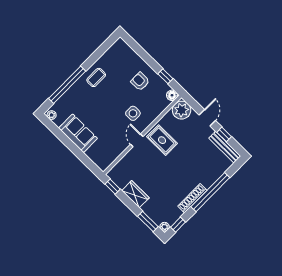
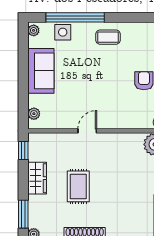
side table: (133, 113) -> (63, 32), moved
rug: (162, 140) -> (78, 186), moved
plant: (98, 161) -> (34, 114), added

